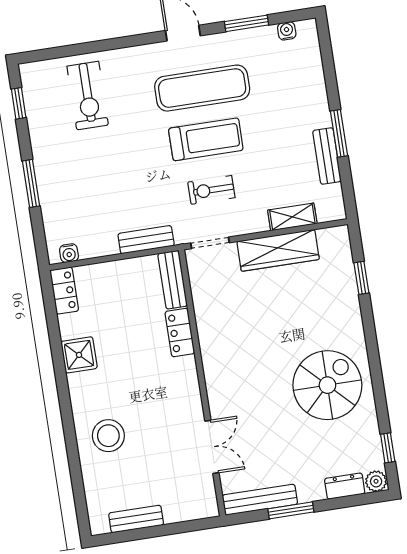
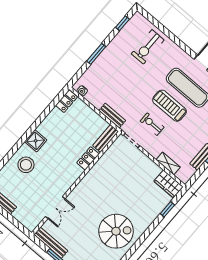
treadmill: (206, 139) -> (169, 106), turned 180
wardrobe: (278, 250) -> (169, 184), moved, width x0.67
shower: (79, 355) -> (36, 141), moved

